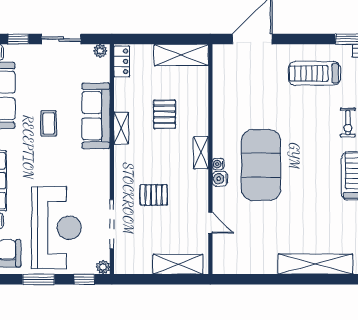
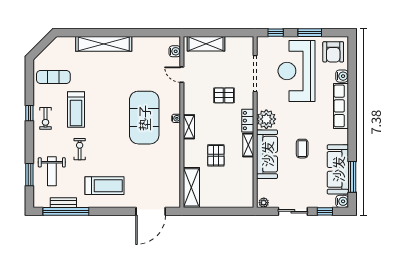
shelving: (181, 55) -> (191, 187), moved, turned 90
locker: (122, 61) -> (248, 121), moved
water cooler: (220, 179) -> (175, 51), moved
plant: (103, 267) -> (266, 119), moved, width x1.88, depth x1.88

